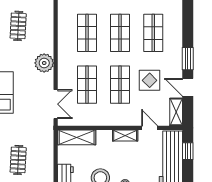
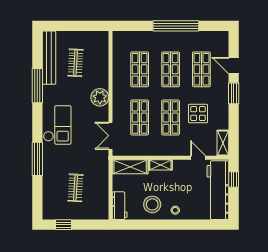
door: (188, 87) -> (234, 66), moved
double door: (56, 104) -> (110, 136), swing flipped
shelving: (125, 135) -> (160, 165), moved

